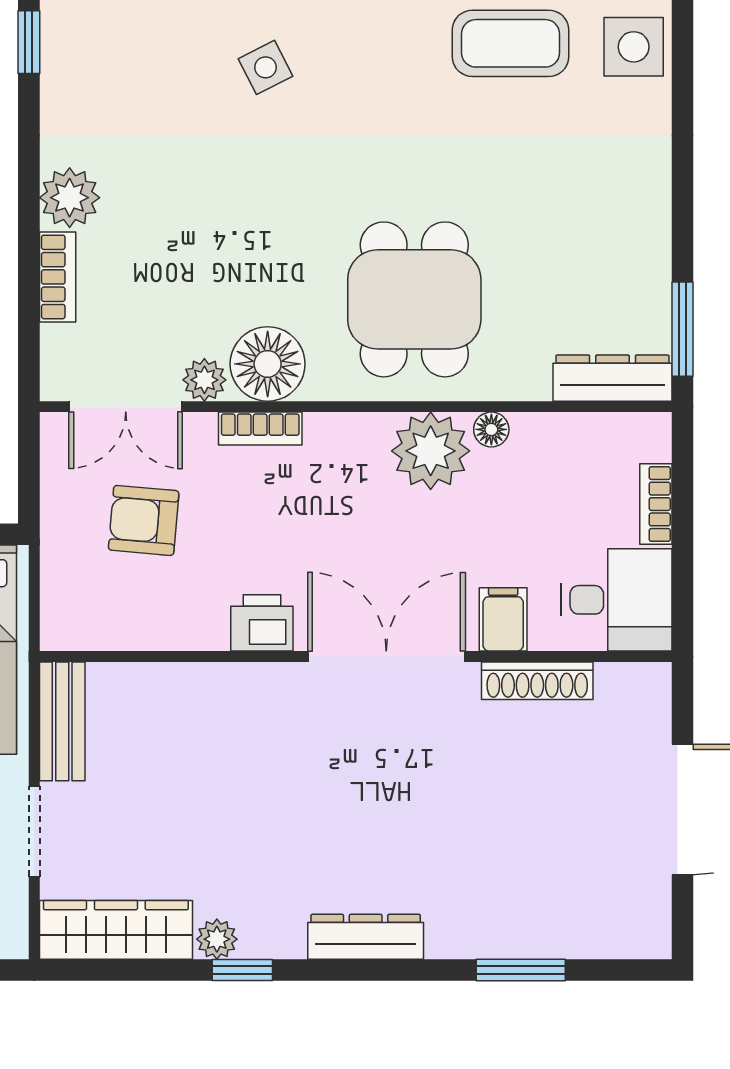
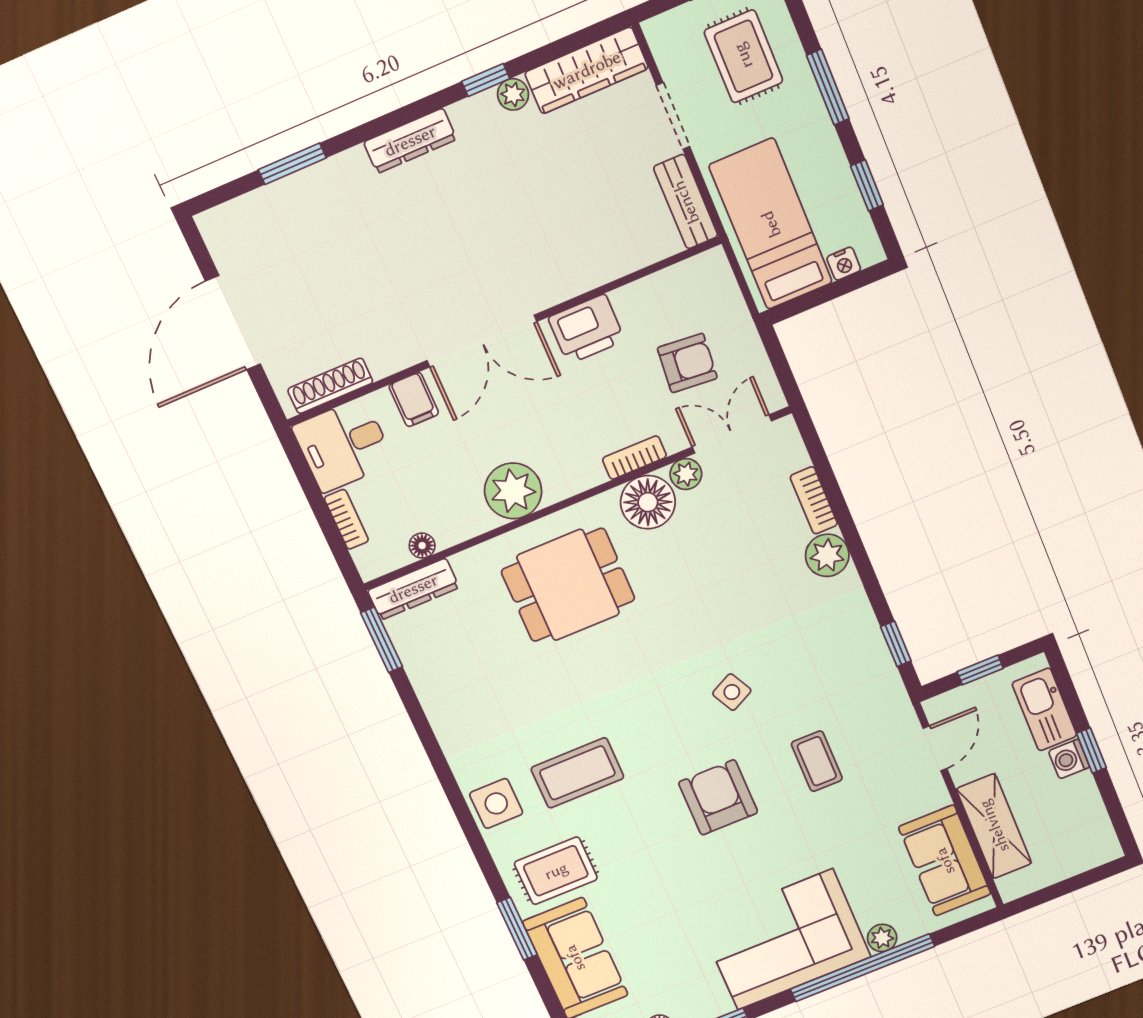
dining table: (414, 299) -> (568, 585), turned 90
floor lamp: (491, 429) -> (422, 546), moved
printer: (262, 623) -> (586, 329), width x1.36, depth x1.24
shoe rack: (537, 681) -> (330, 386), moved

